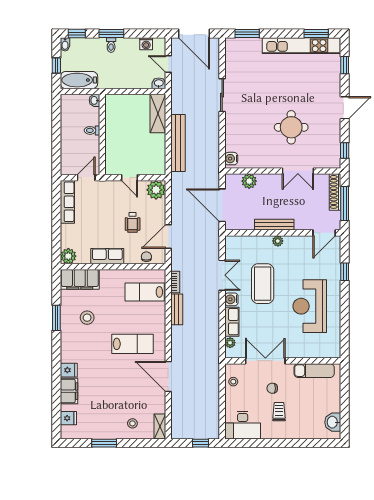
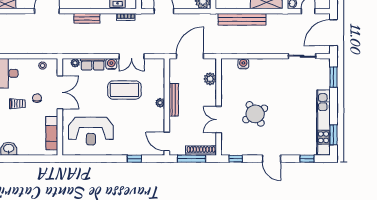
sliding door: (222, 95) -> (302, 56), moved
round table: (291, 127) -> (255, 114), turned -32
water cooler: (231, 159) -> (243, 64), moved
reception desk: (310, 306) -> (91, 131), moved, turned 180
bench: (177, 309) -> (87, 18), moved

